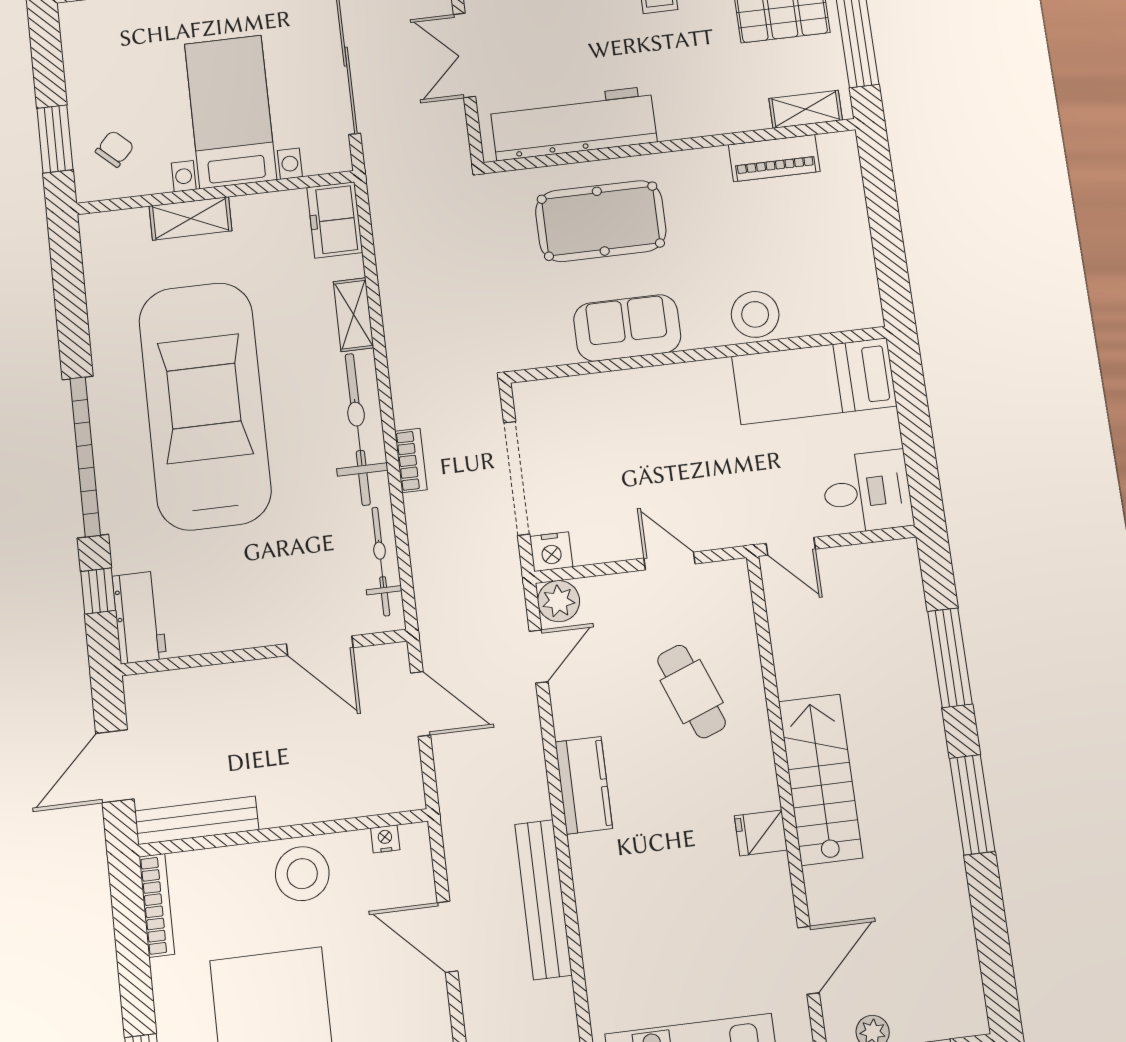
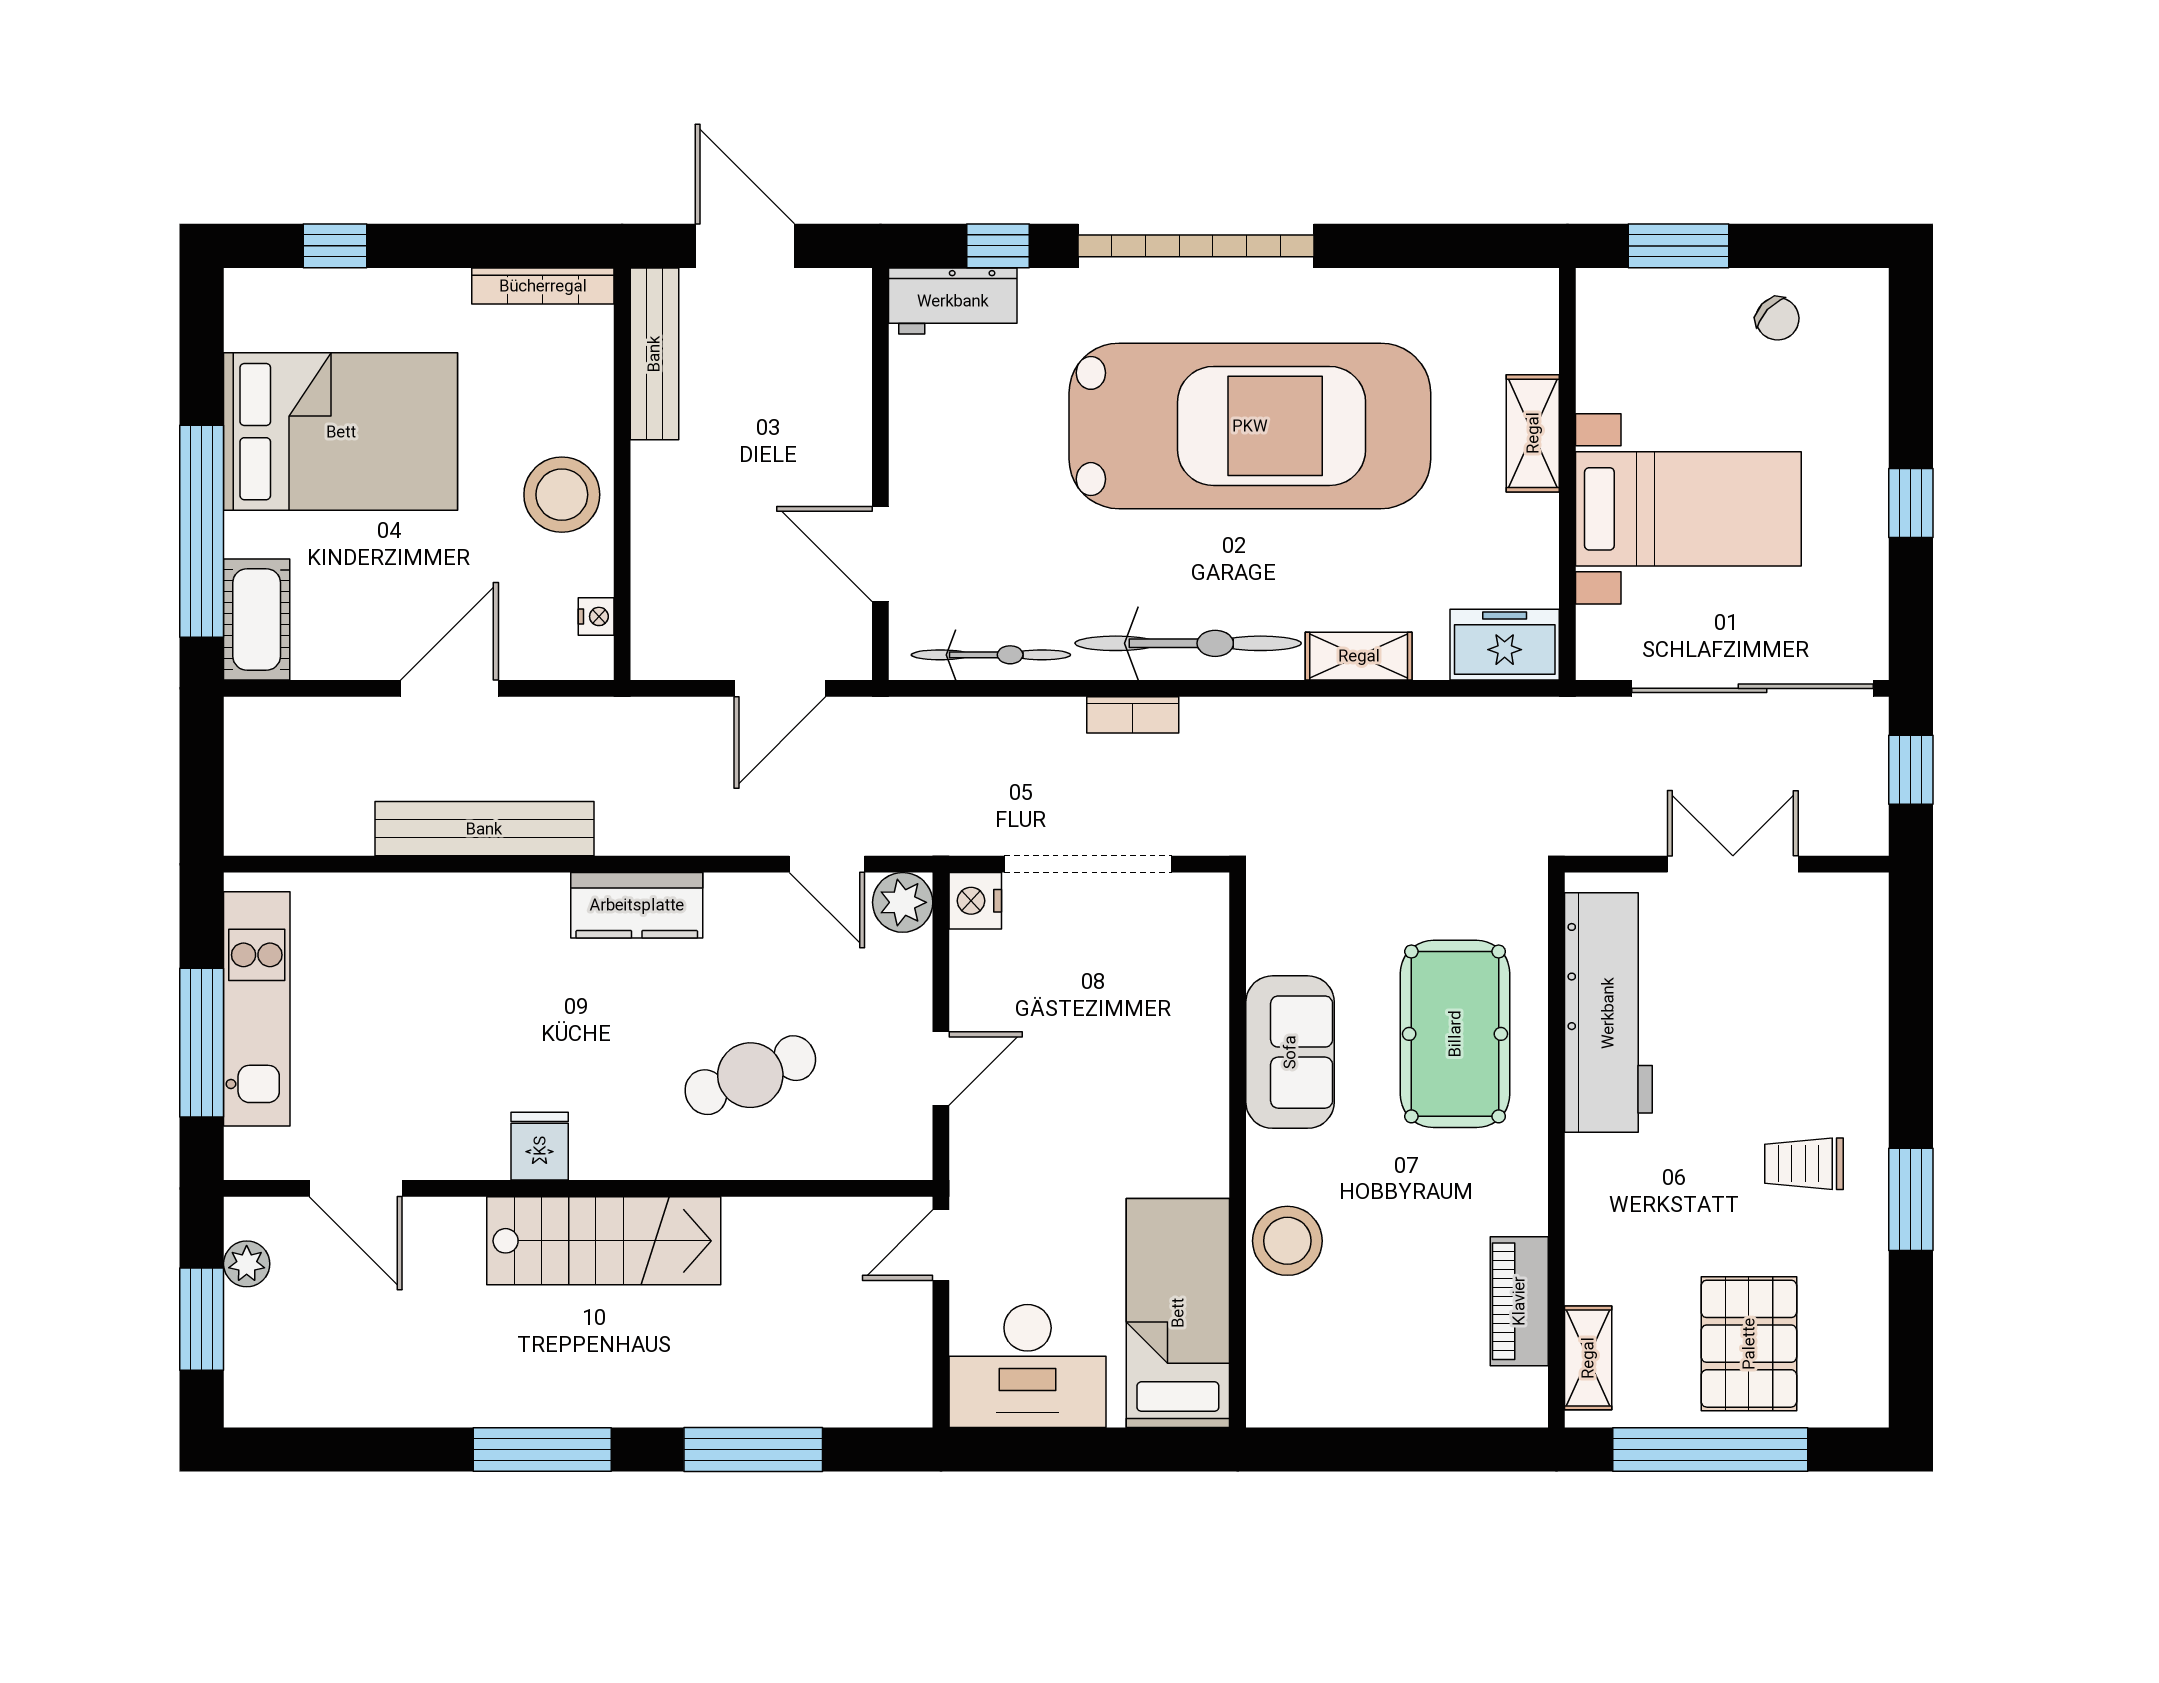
chair: (115, 149) -> (1777, 319), moved
desk: (867, 492) -> (1028, 1366), width x1.37
door: (320, 646) -> (880, 554), hinge flipped

